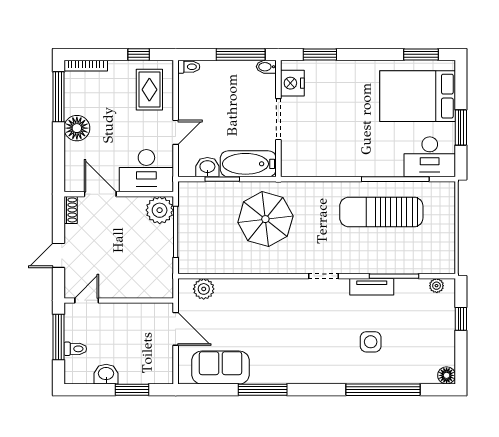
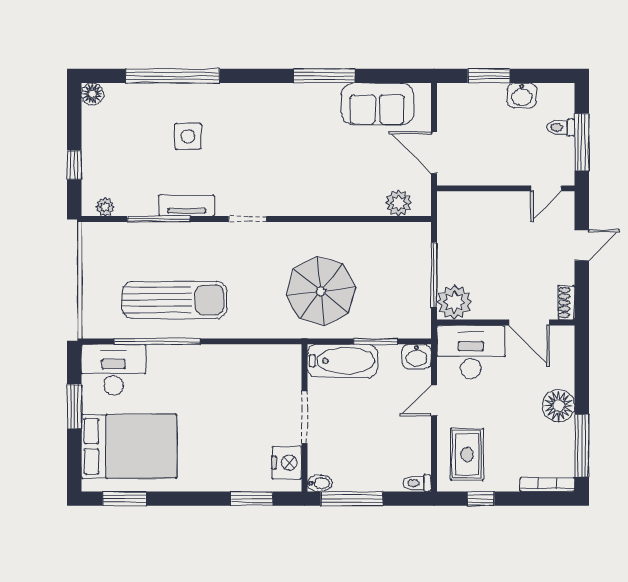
washbasin: (207, 167) -> (417, 356), moved

